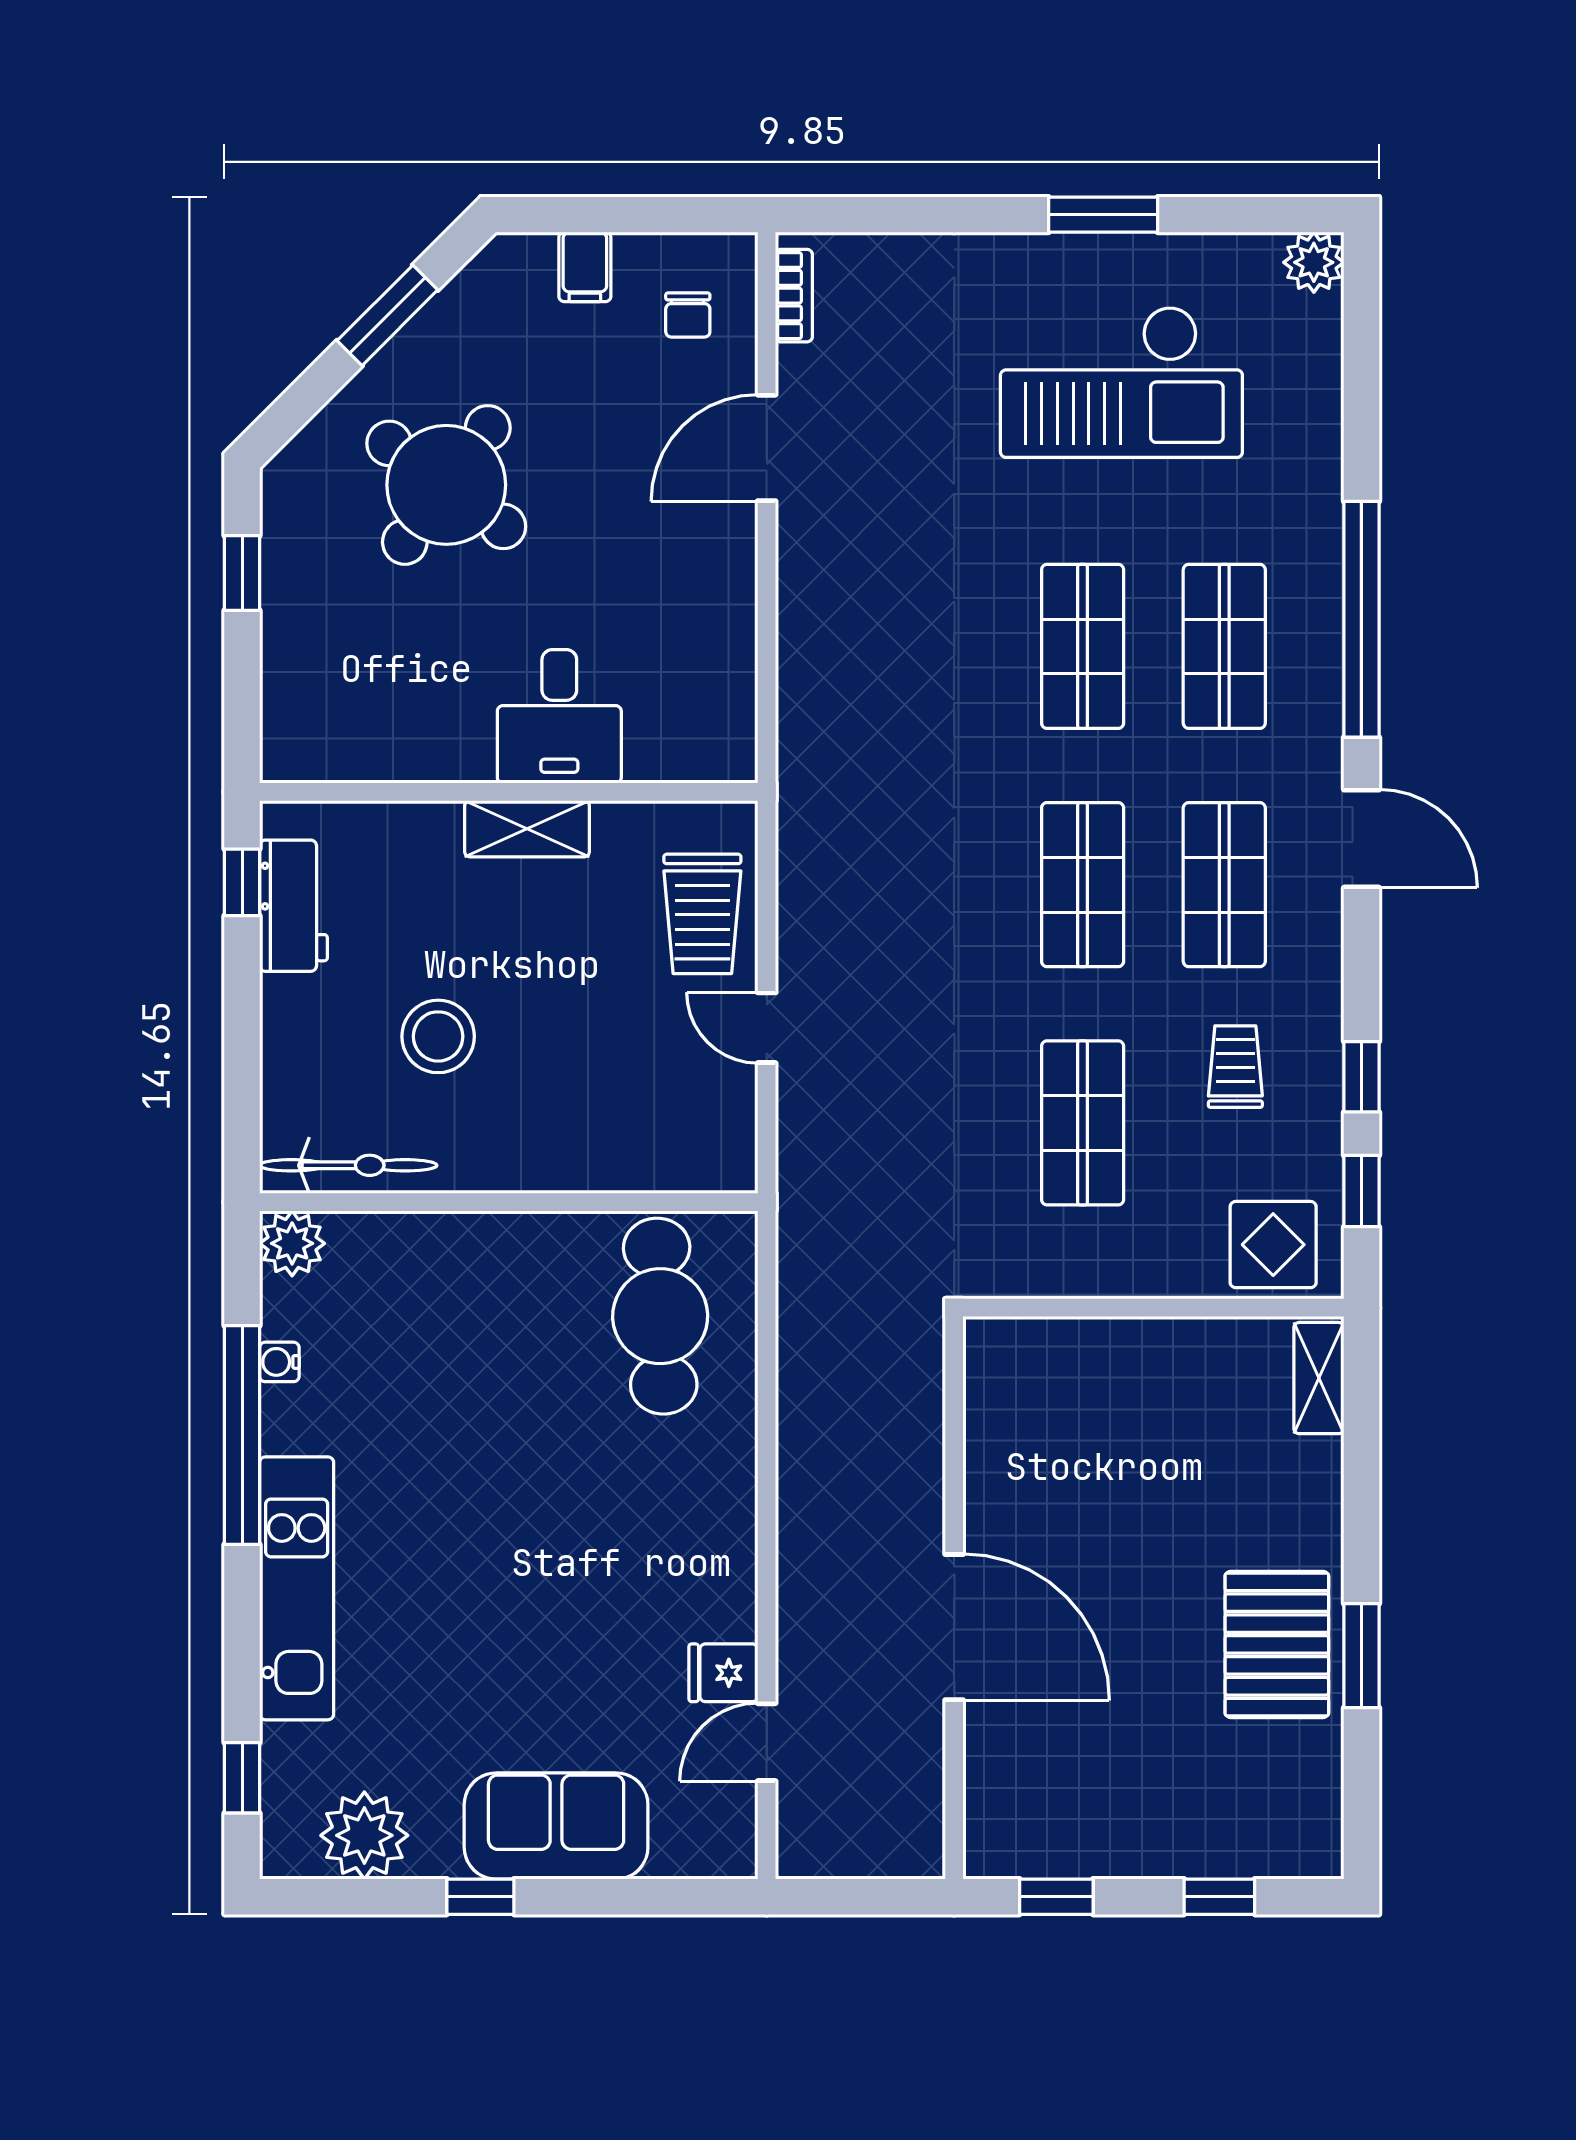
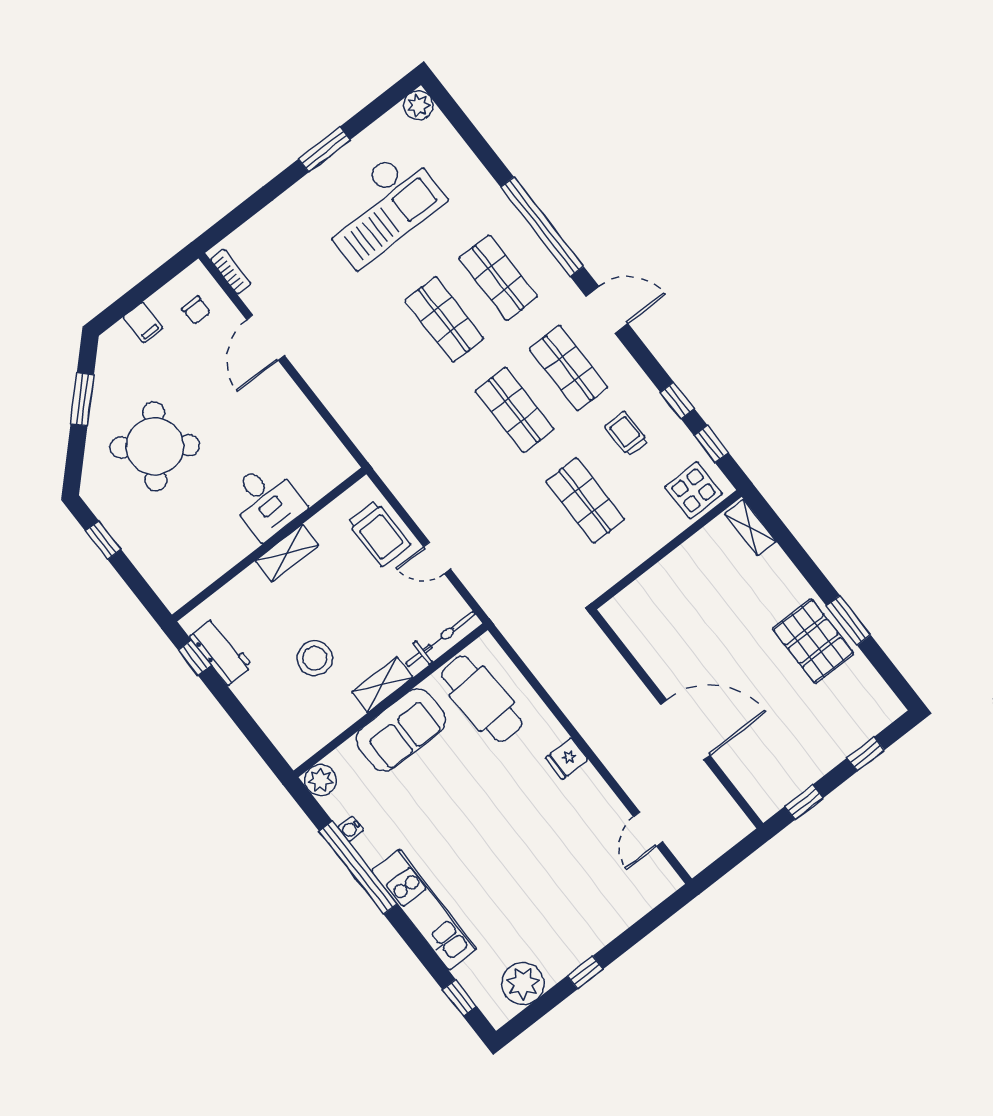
bicycle: (348, 1165) -> (441, 639), moved
shelving: (515, 1166) -> (382, 685), added
fridge: (723, 1673) -> (567, 759), moved
sofa: (556, 1826) -> (401, 730), moved, turned 180

